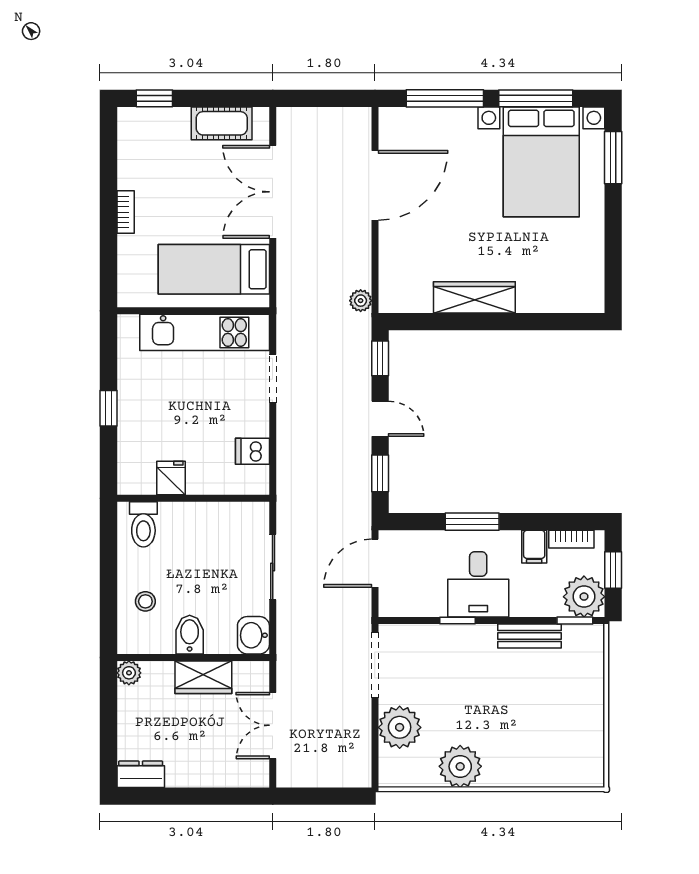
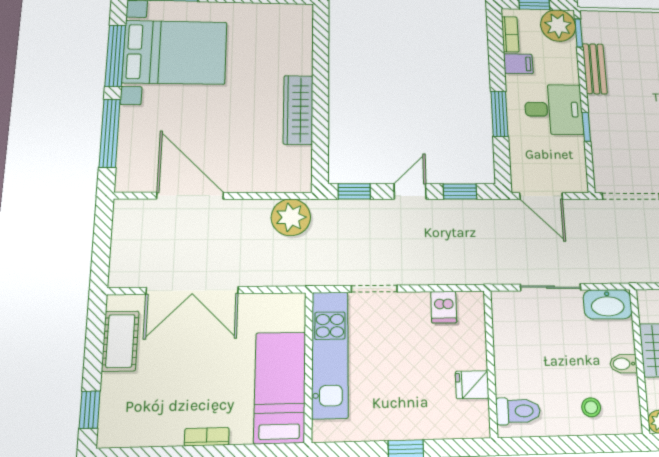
bed: (214, 269) -> (280, 387), moved, turned 180
plant: (361, 301) -> (291, 217), width x1.88, depth x1.88
bidet: (190, 635) -> (623, 364), width x0.72, depth x0.74
washbasin: (253, 635) -> (608, 304), width x1.38

